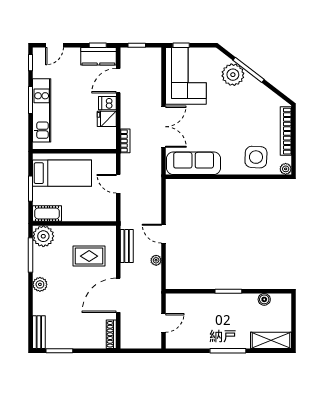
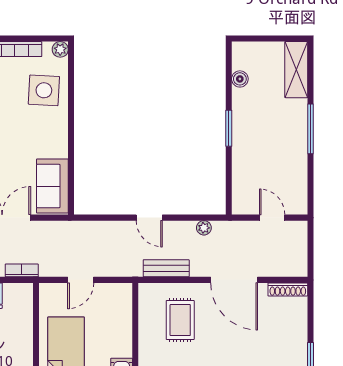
sofa: (194, 163) -> (52, 186), width x0.73
door: (163, 234) -> (149, 218), hinge flipped
plant: (156, 260) -> (204, 228), moved

